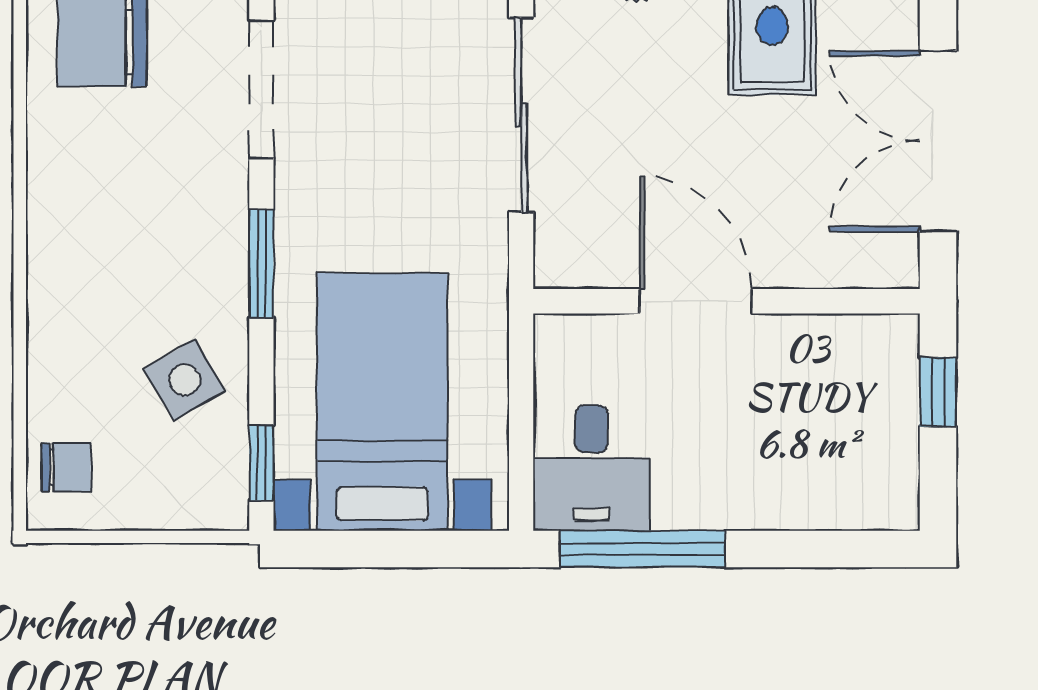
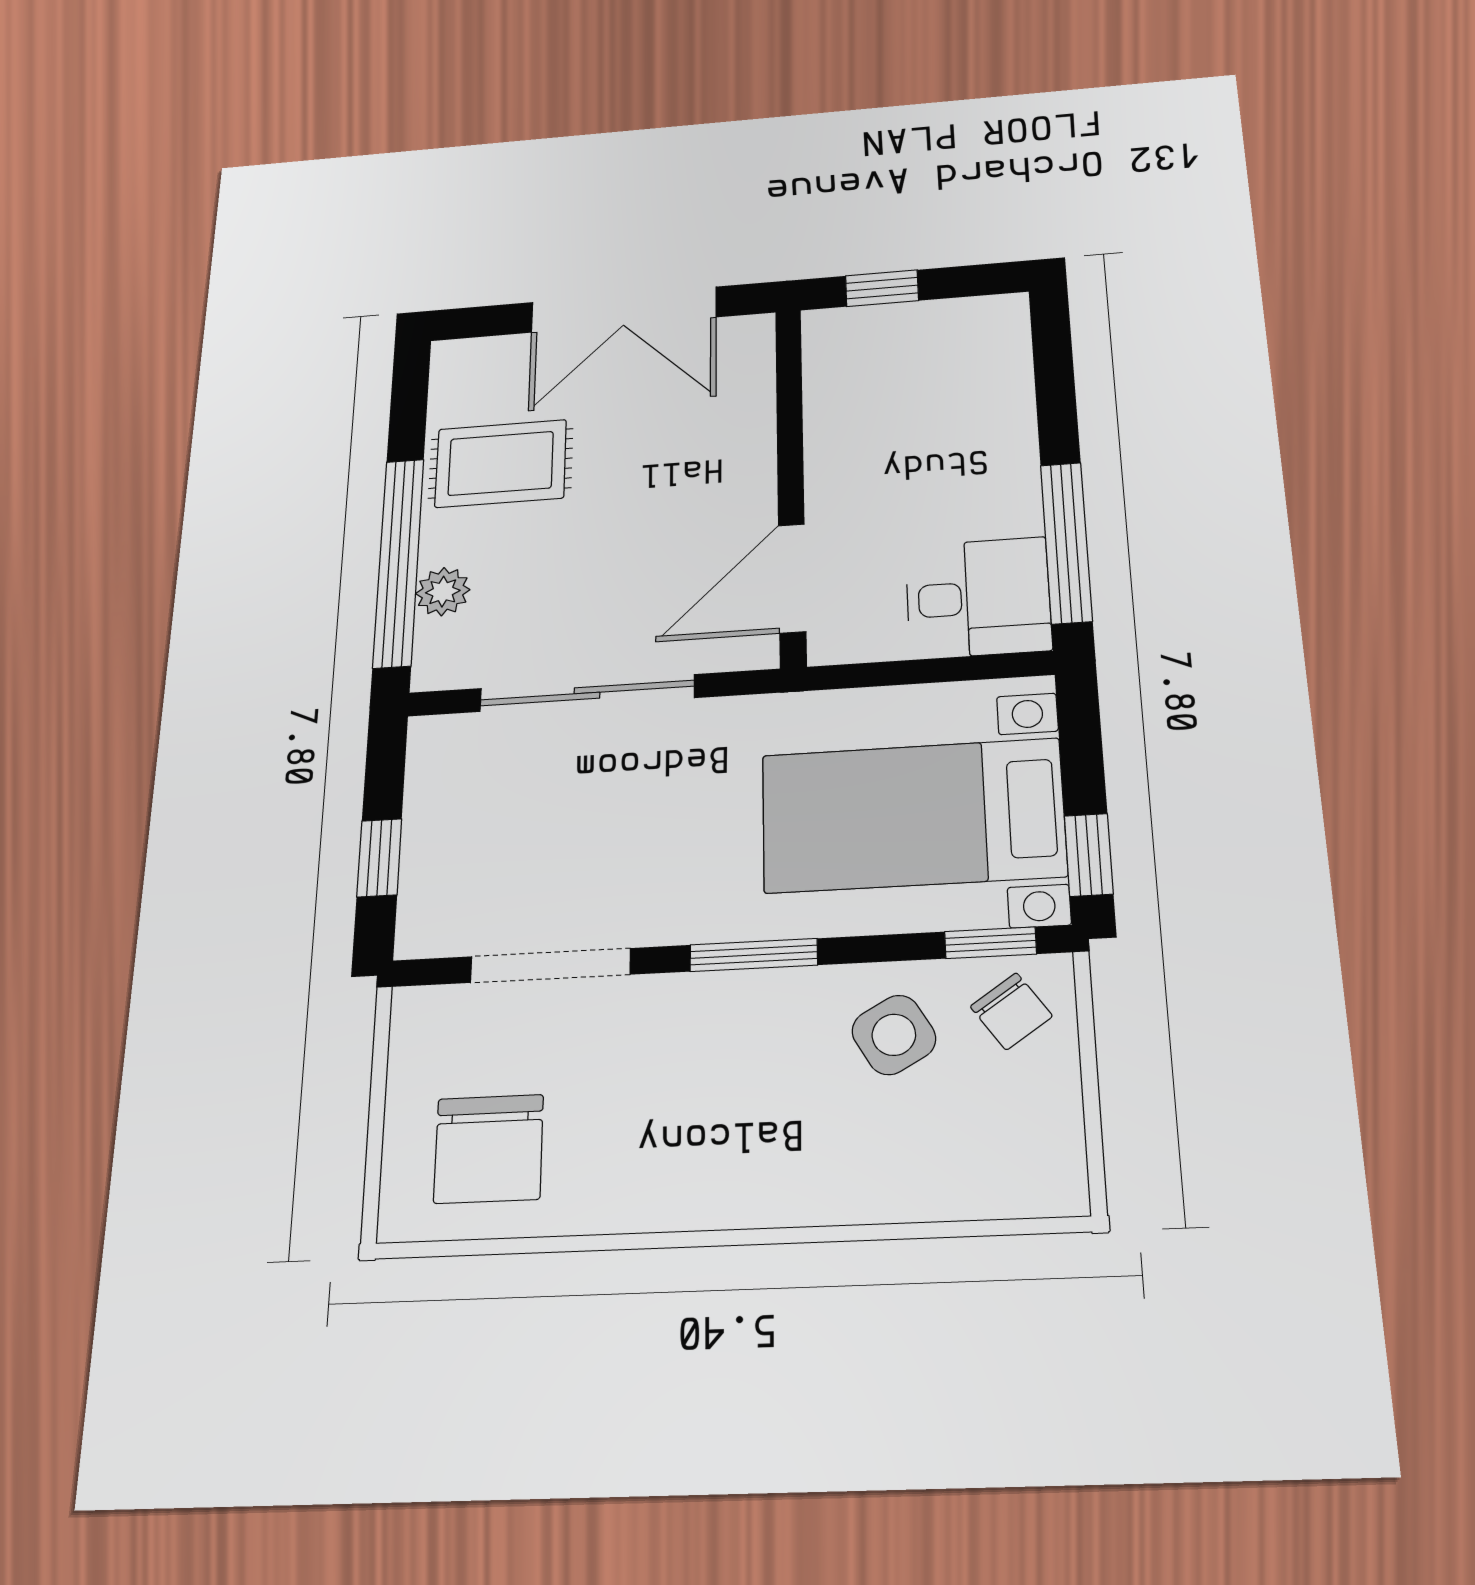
door: (696, 301) -> (792, 578), moved
chair: (66, 467) -> (1011, 1011), moved, turned 145
window: (336, 549) -> (1089, 855), added

